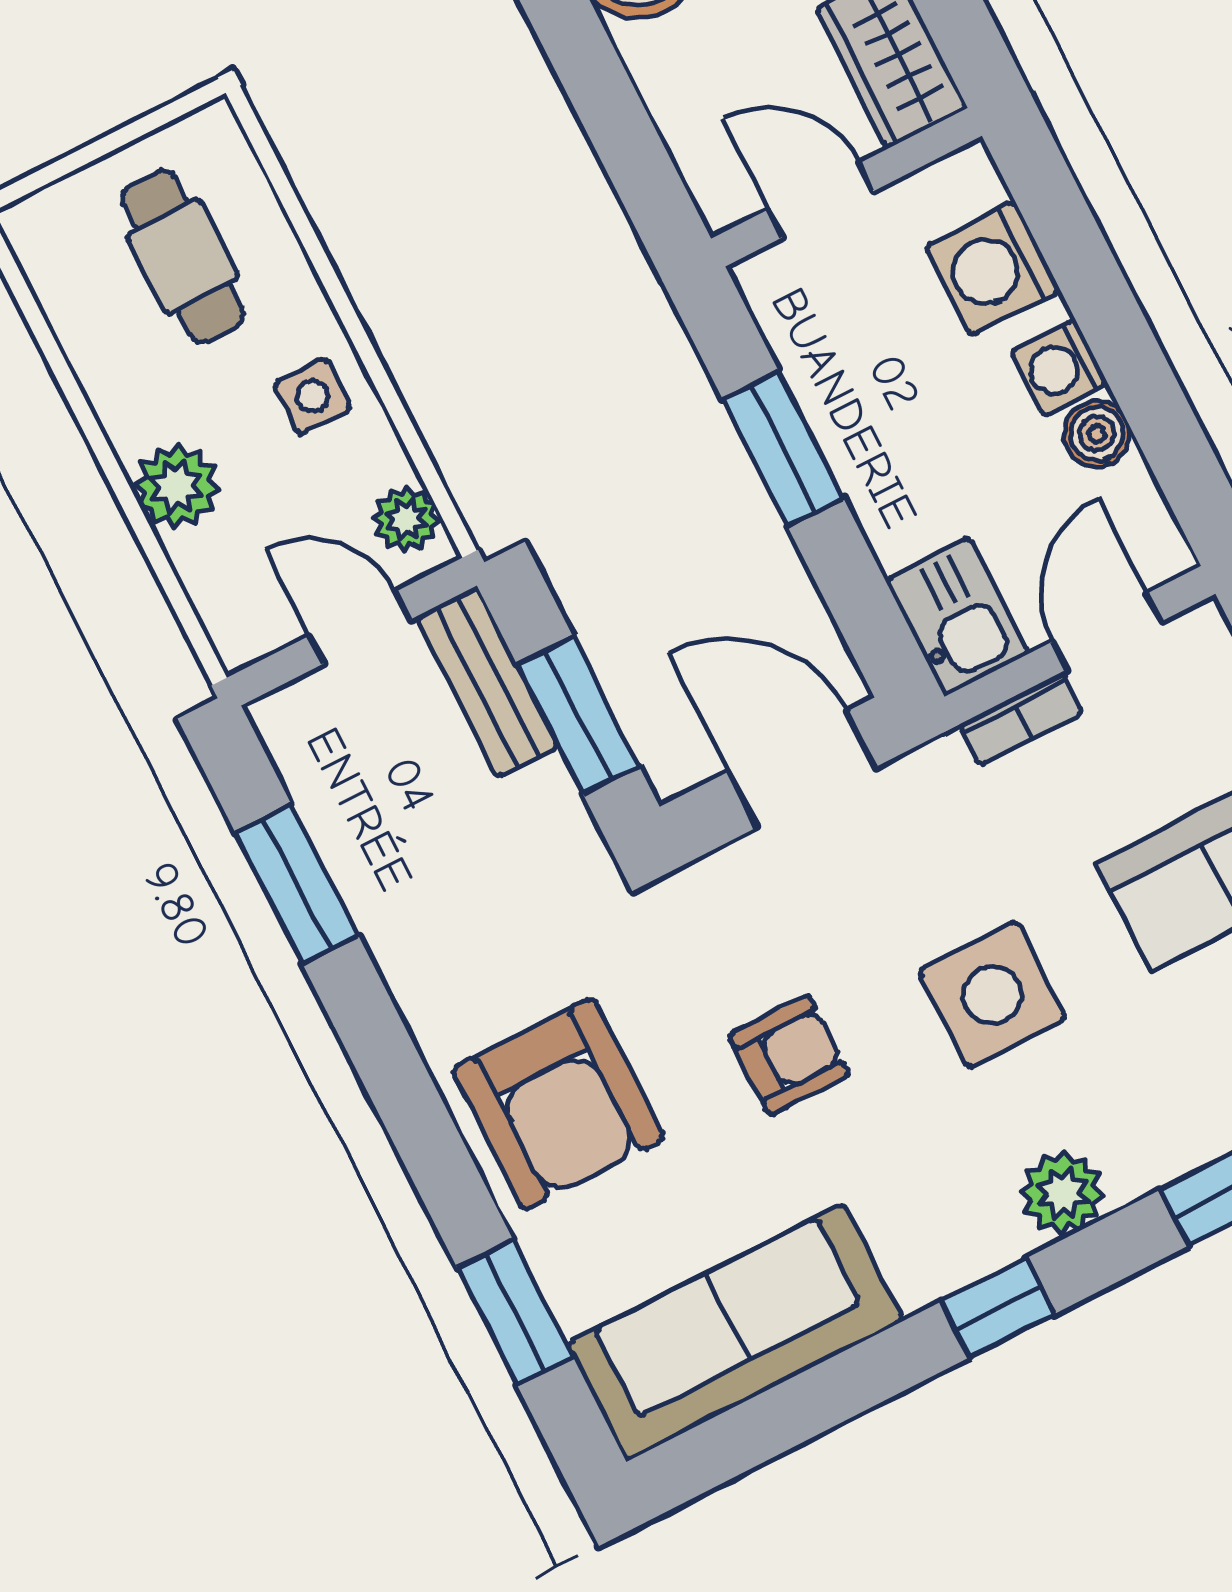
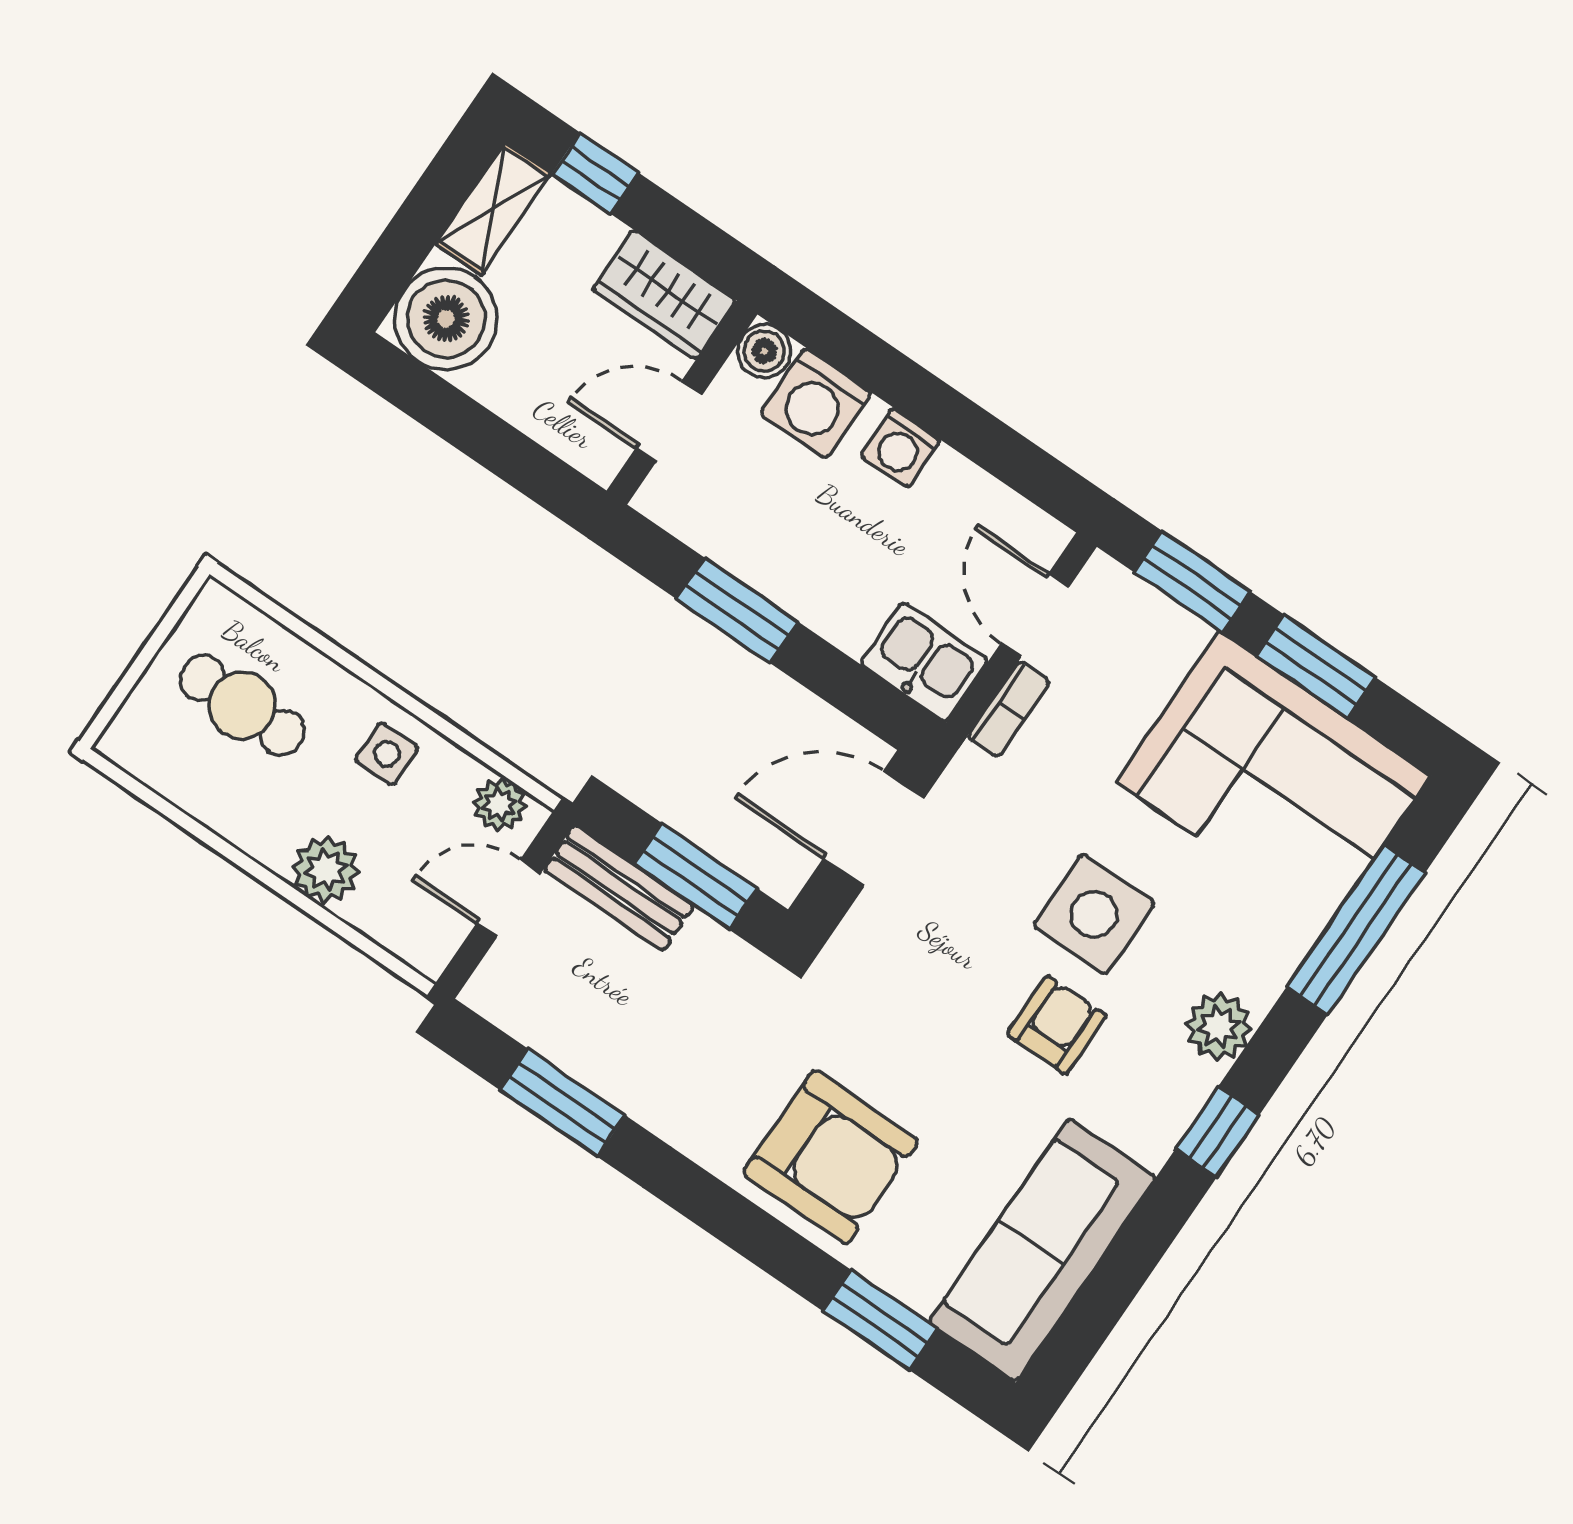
boiler: (1097, 434) -> (764, 351), moved
armchair: (789, 1055) -> (1057, 1025), moved

